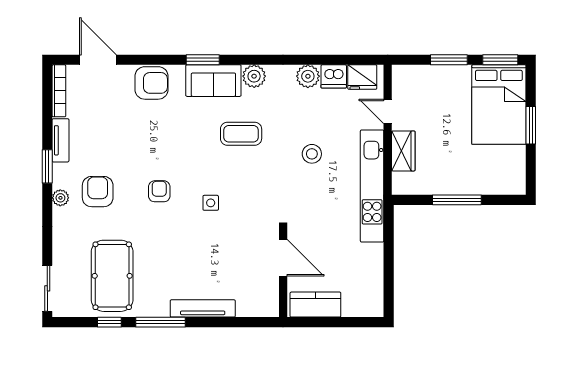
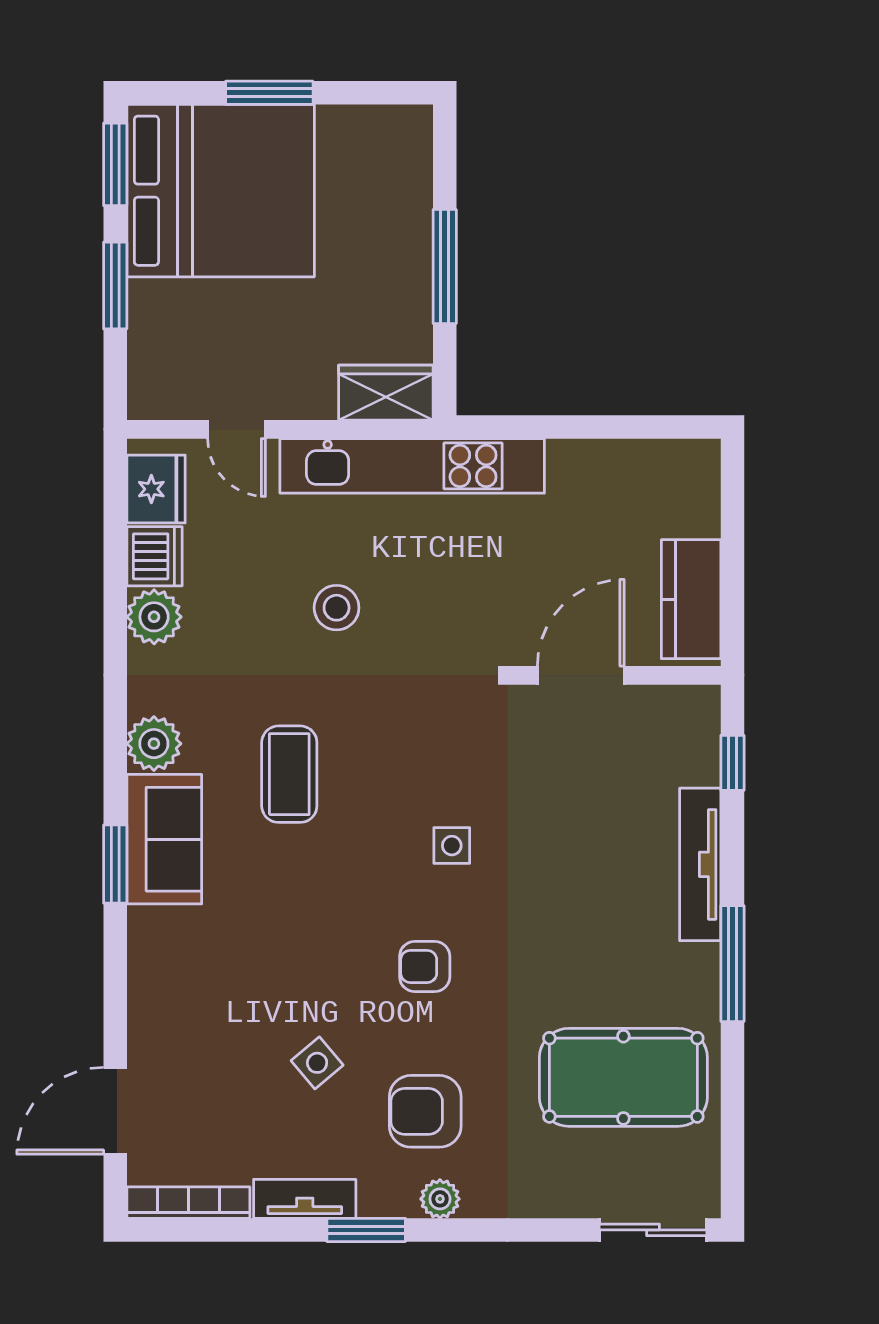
armchair: (152, 83) -> (170, 985), removed
bed: (499, 105) -> (221, 191), width x1.36
door: (388, 111) -> (237, 429), hinge flipped
side table: (118, 146) -> (317, 1063), added
wardrobe: (403, 151) -> (386, 393), moved
window: (109, 322) -> (732, 763), moved

